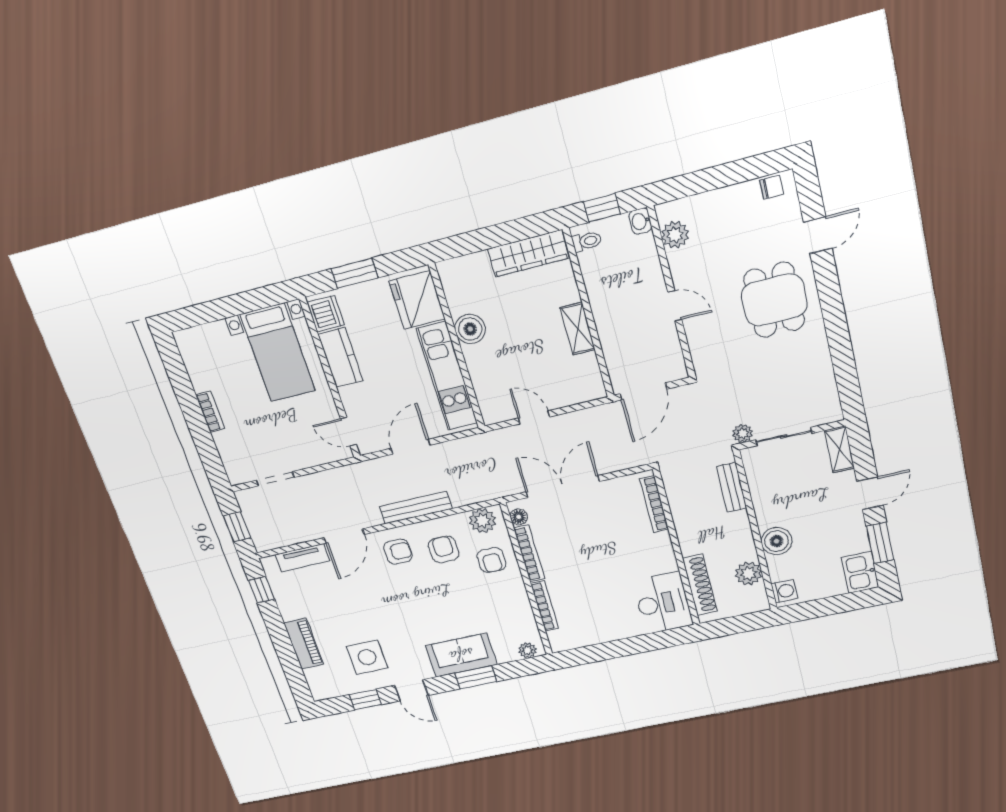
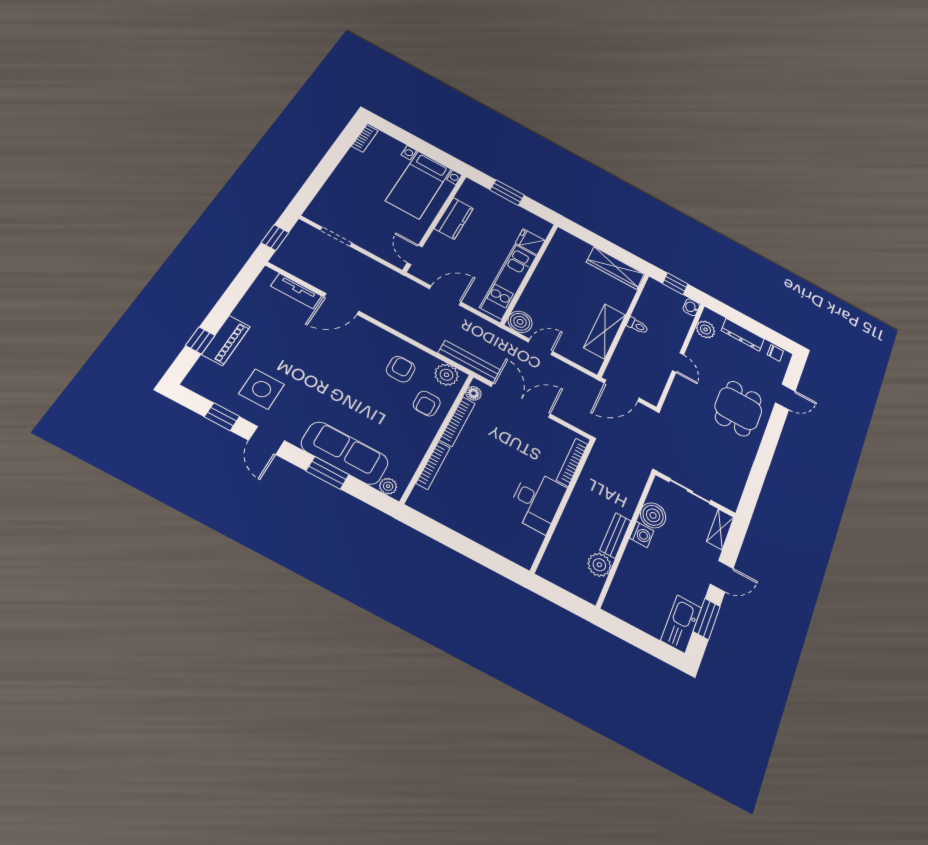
dresser: (720, 200) -> (743, 335), added
toilet: (587, 241) -> (637, 326), moved
fridge: (417, 300) -> (530, 242), width x0.53, depth x0.75
dishwasher: (326, 314) -> (469, 194), removed
boiler: (470, 329) -> (520, 322), moved
shelving: (578, 329) -> (605, 331), width x1.50, depth x1.33
bookcase: (210, 412) -> (365, 138), moved
door: (534, 417) -> (540, 347), hinge flipped
plant: (743, 433) -> (665, 467), removed
bench: (732, 487) -> (616, 535), moved
bench: (416, 508) -> (469, 361), moved
boiler: (777, 541) -> (653, 515), moved
armchair: (398, 552) -> (367, 344), removed
kitchen sink: (860, 572) -> (681, 624), width x1.38
shoe rack: (700, 585) -> (558, 544), removed
window: (262, 590) -> (200, 340), moved
washing machine: (784, 591) -> (642, 535), moved
desk: (663, 603) -> (537, 501), moved
sofa: (461, 655) -> (345, 453), width x1.36

